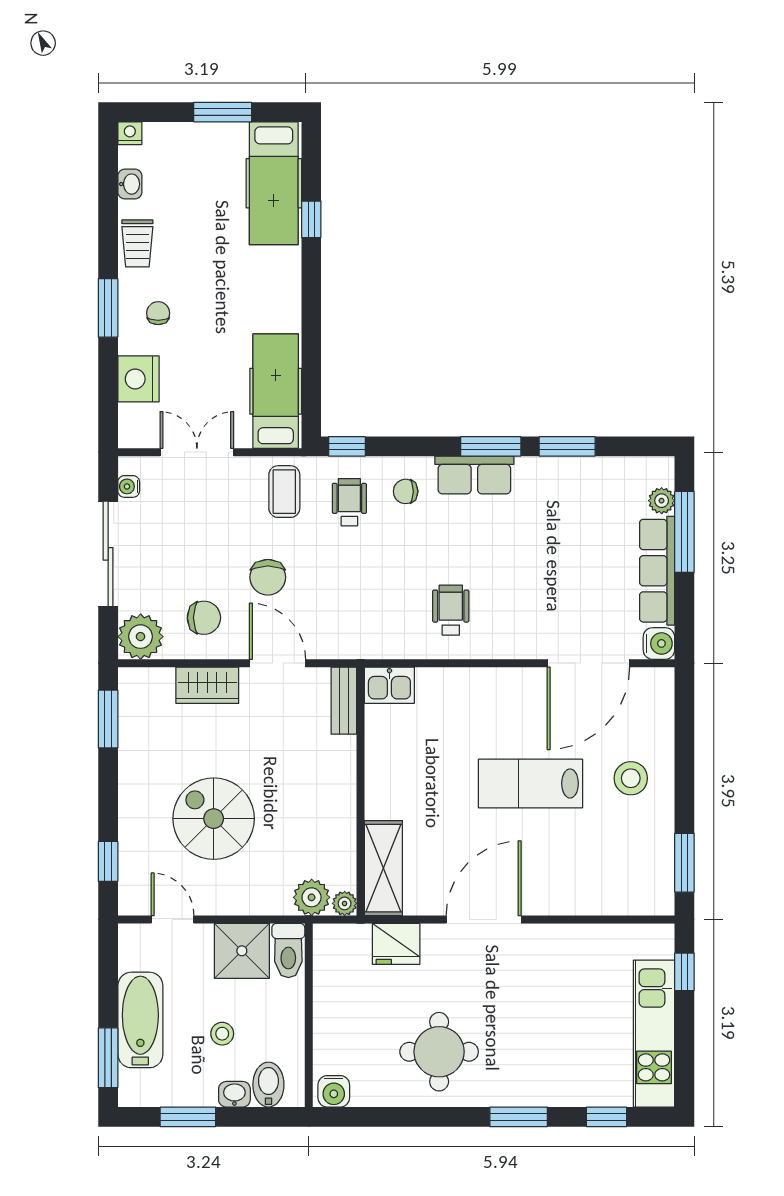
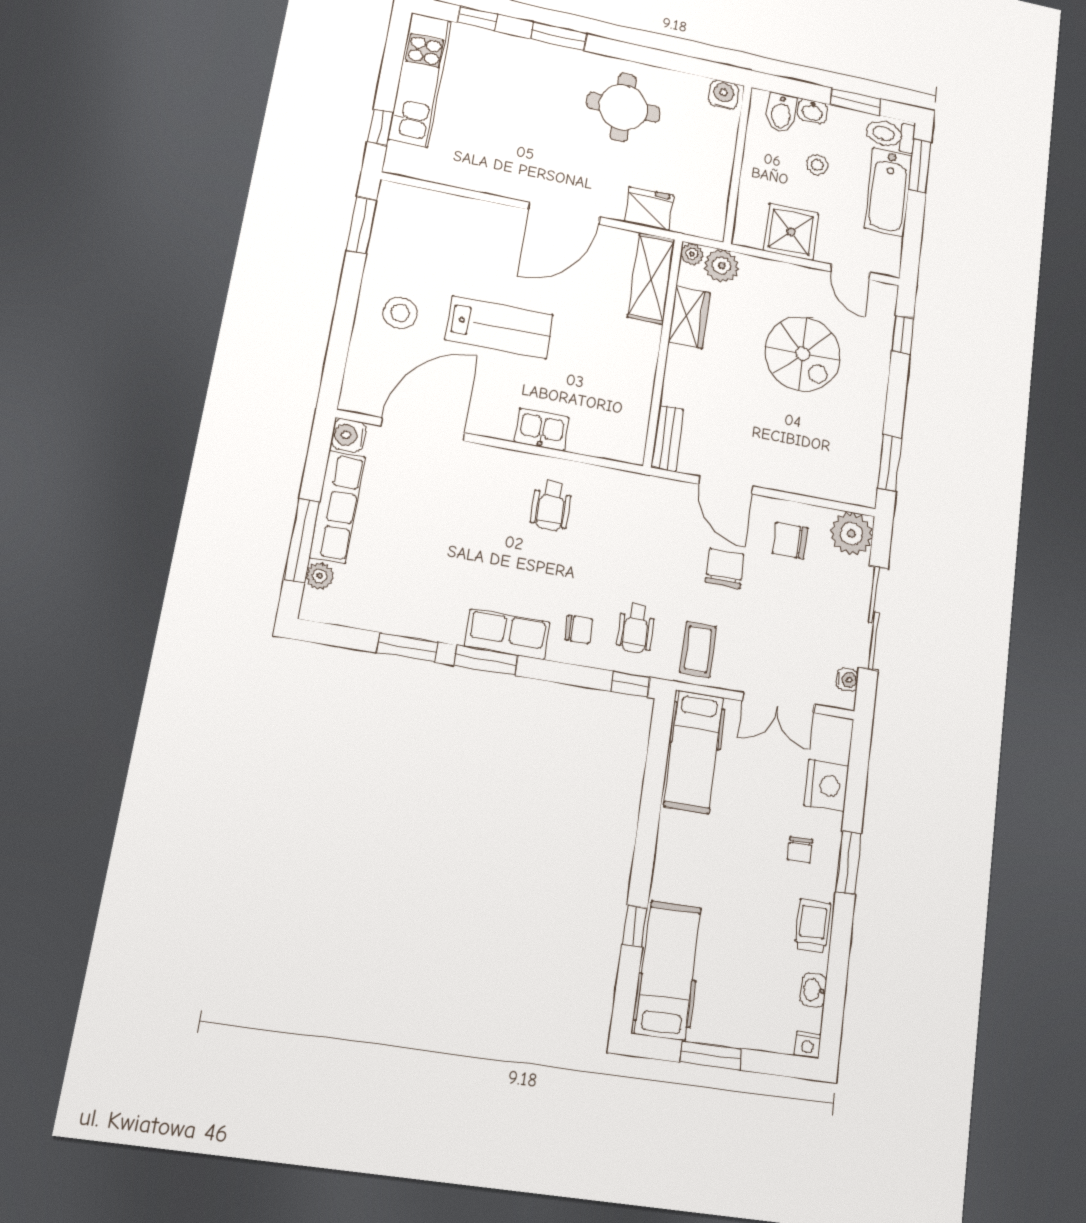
wardrobe: (207, 685) -> (689, 317), moved, turned 90
kitchen sink: (389, 685) -> (542, 430), moved
toilet: (288, 950) -> (890, 135), moved, turned -90

